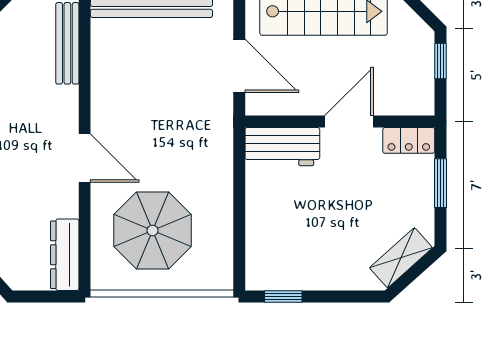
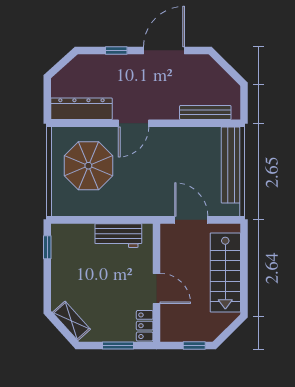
door: (239, 66) -> (191, 220), swing flipped
workbench: (282, 147) -> (118, 236), moved, turned -90
dresser: (65, 255) -> (81, 109), width x1.37, depth x1.24

